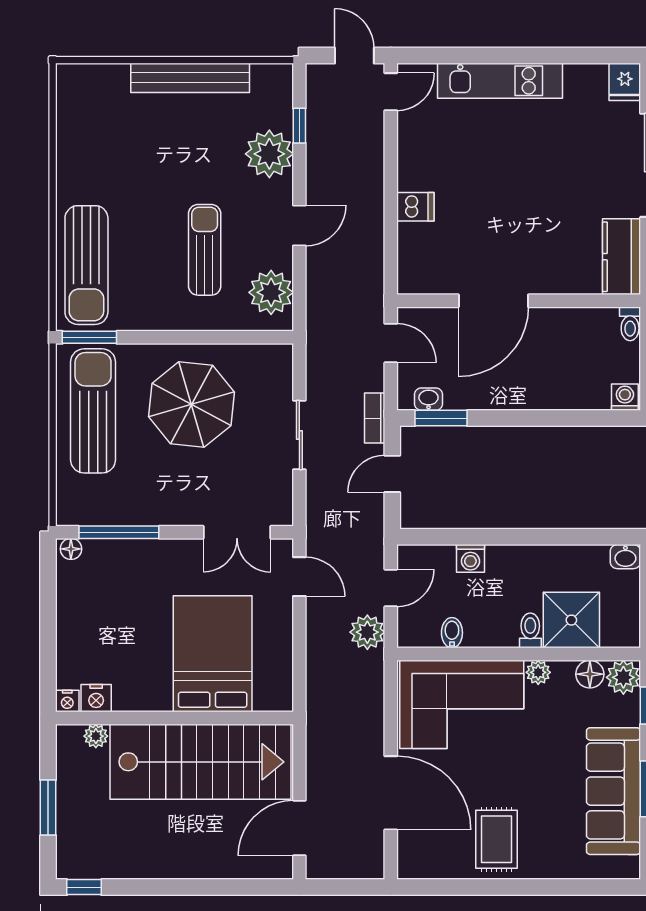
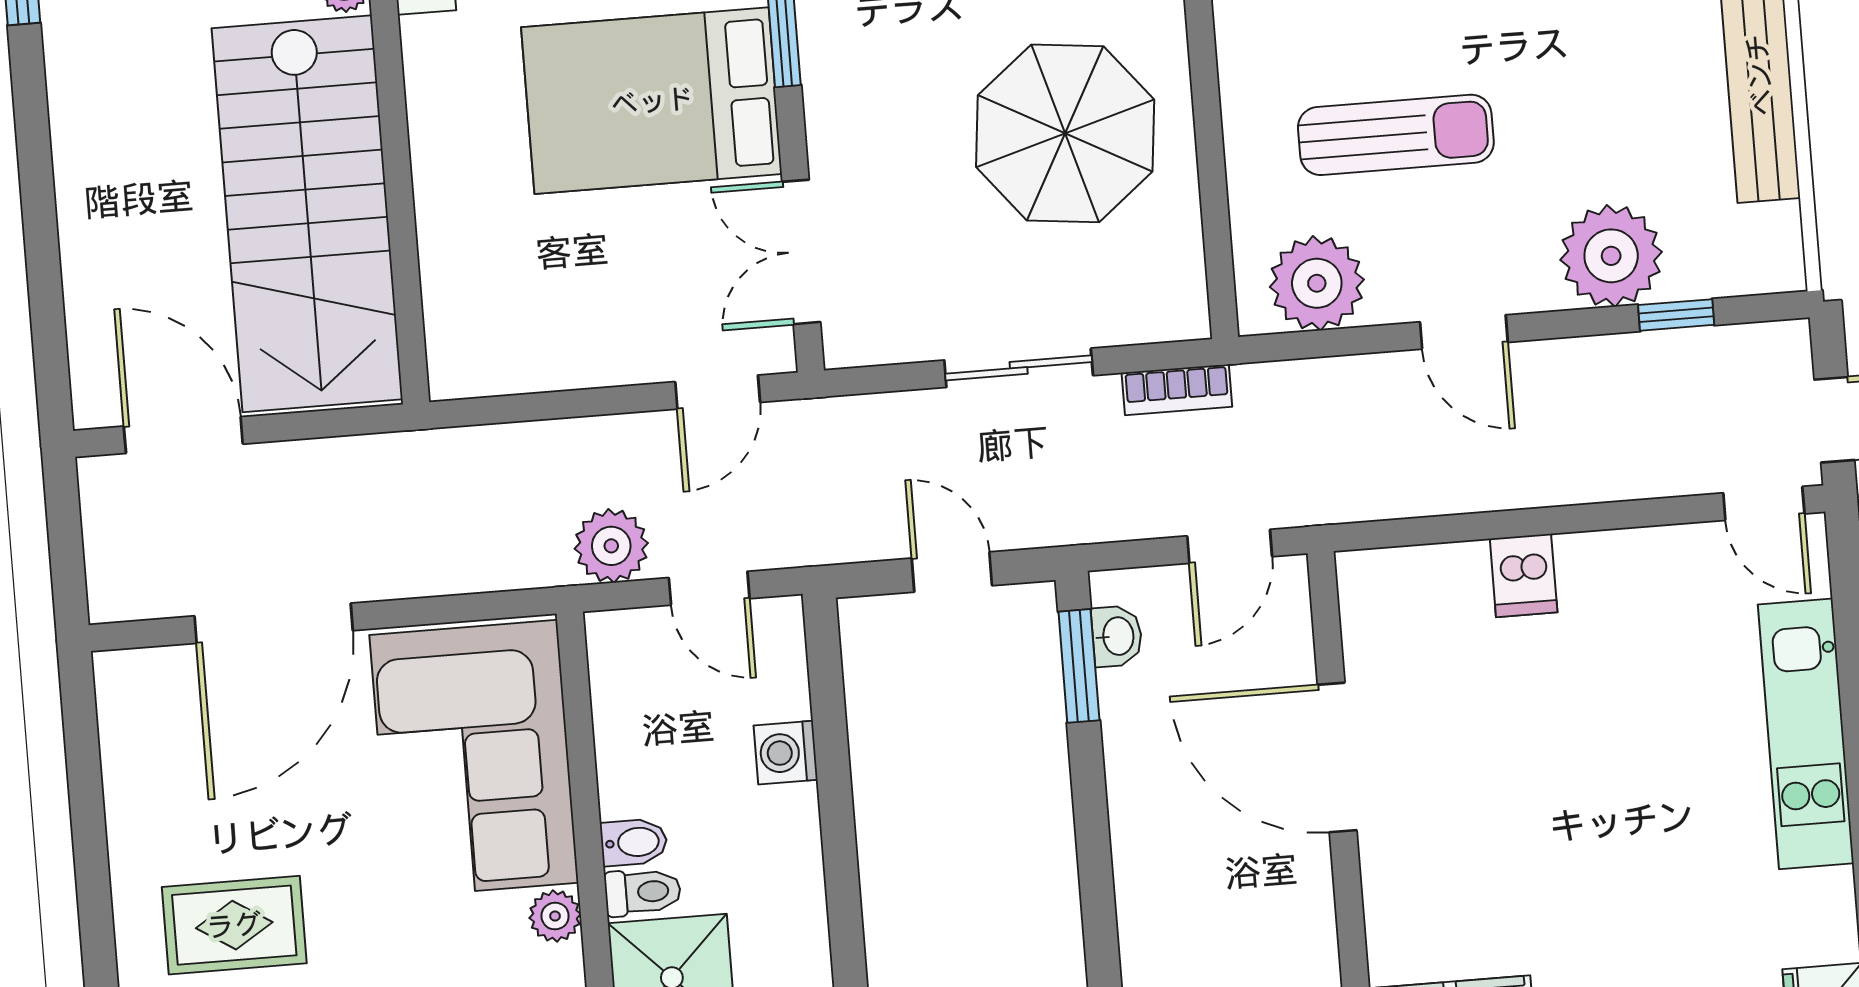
bookcase: (375, 418) -> (1177, 390), moved, turned 180
bidet: (452, 633) -> (634, 842), moved
bed: (213, 654) -> (652, 101), moved, turned 180
rug: (496, 839) -> (234, 925), moved

